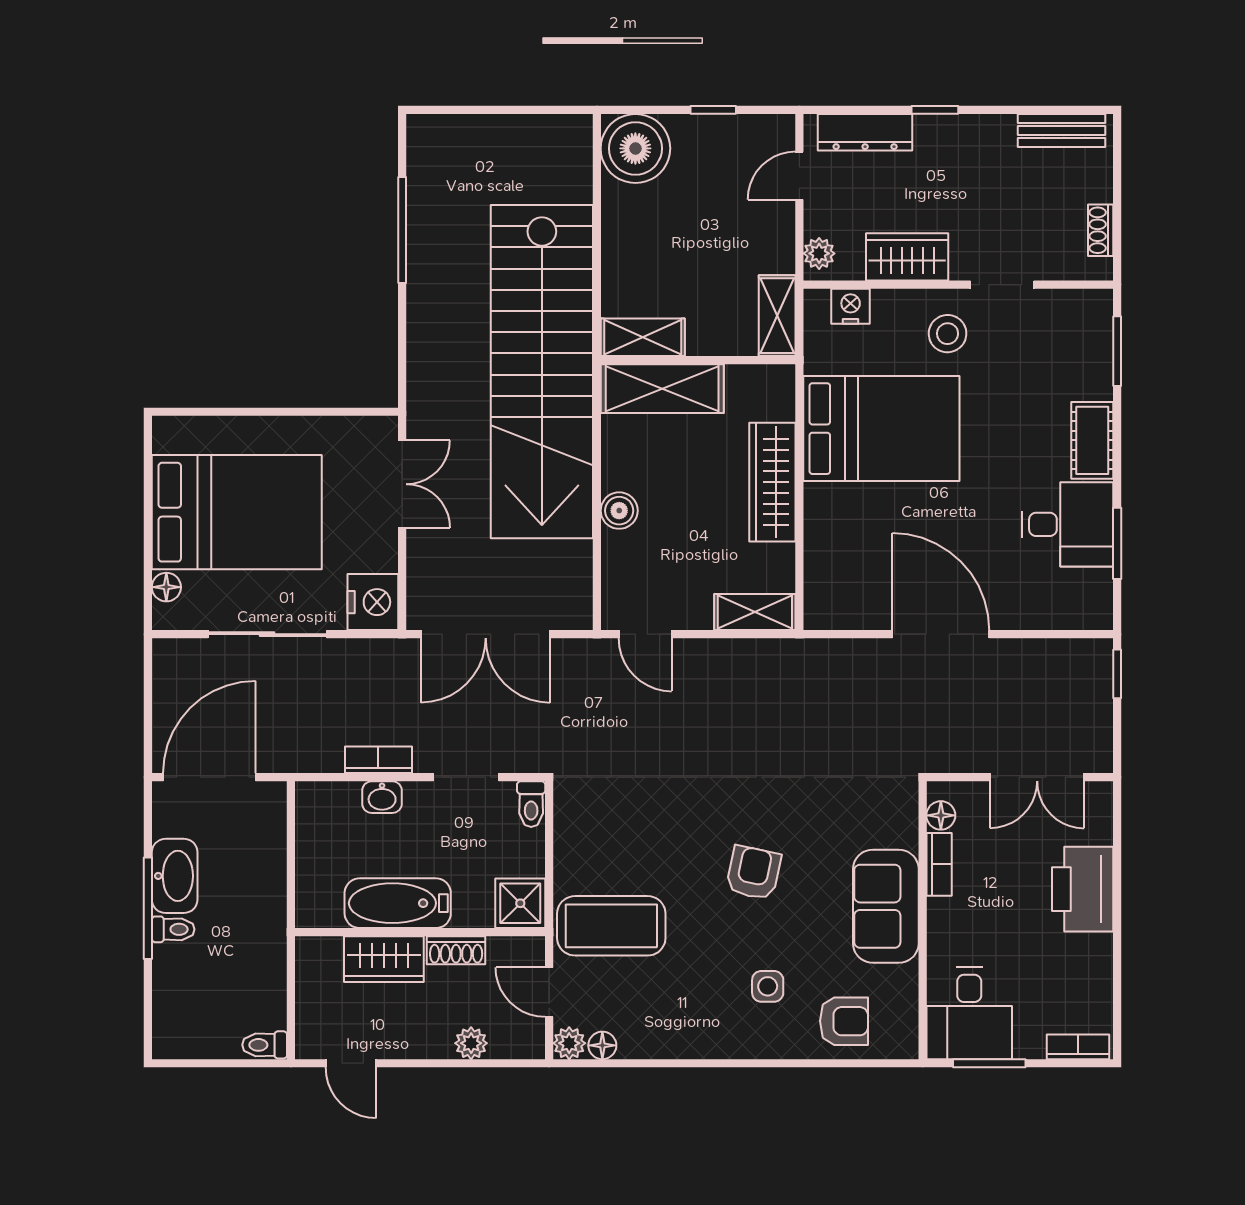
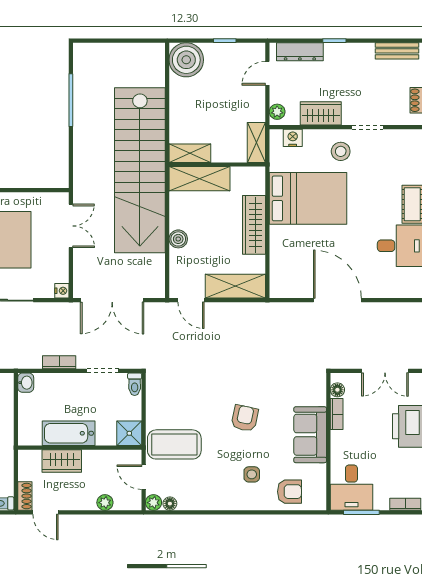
nightstand: (373, 602) -> (62, 291), width x0.53, depth x0.56
shelving: (755, 612) -> (235, 286), width x1.50, depth x1.33
washbasin: (382, 797) -> (26, 383), moved, turned -90
shoe rack: (456, 950) -> (25, 496), moved, turned -90

